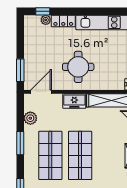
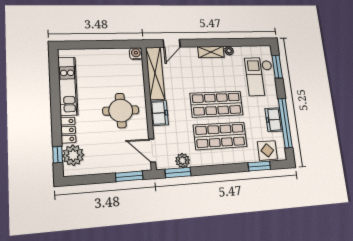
plant: (46, 20) -> (73, 155), width x1.88, depth x1.88
window: (20, 143) -> (178, 172), moved

